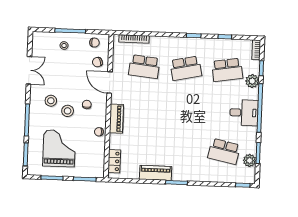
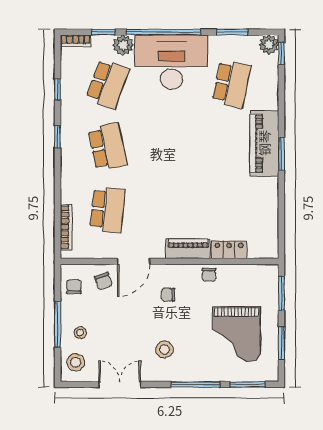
school desk: (227, 70) -> (108, 84), turned 30
stool: (68, 111) -> (76, 362), moved
desk: (244, 113) -> (171, 62), width x1.87, depth x1.30
grand piano: (59, 148) -> (236, 334), turned -90
plant: (250, 160) -> (269, 45), moved
locker: (114, 161) -> (229, 250), moved
piano: (156, 173) -> (264, 143), moved, width x1.37, depth x1.33

